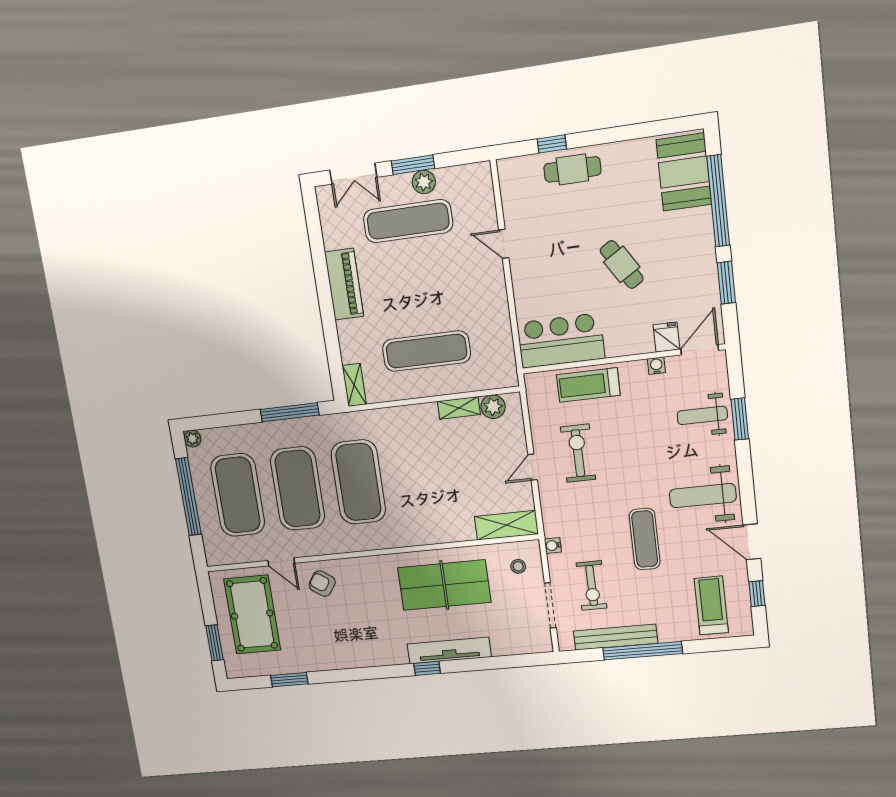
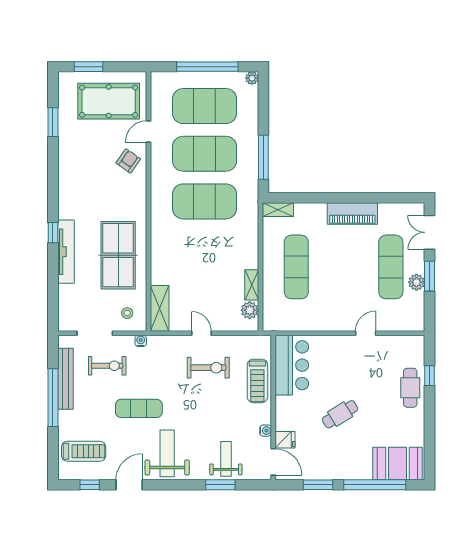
treadmill: (588, 385) -> (257, 381), turned 180
exercise bike: (592, 586) -> (107, 366), turned 180

